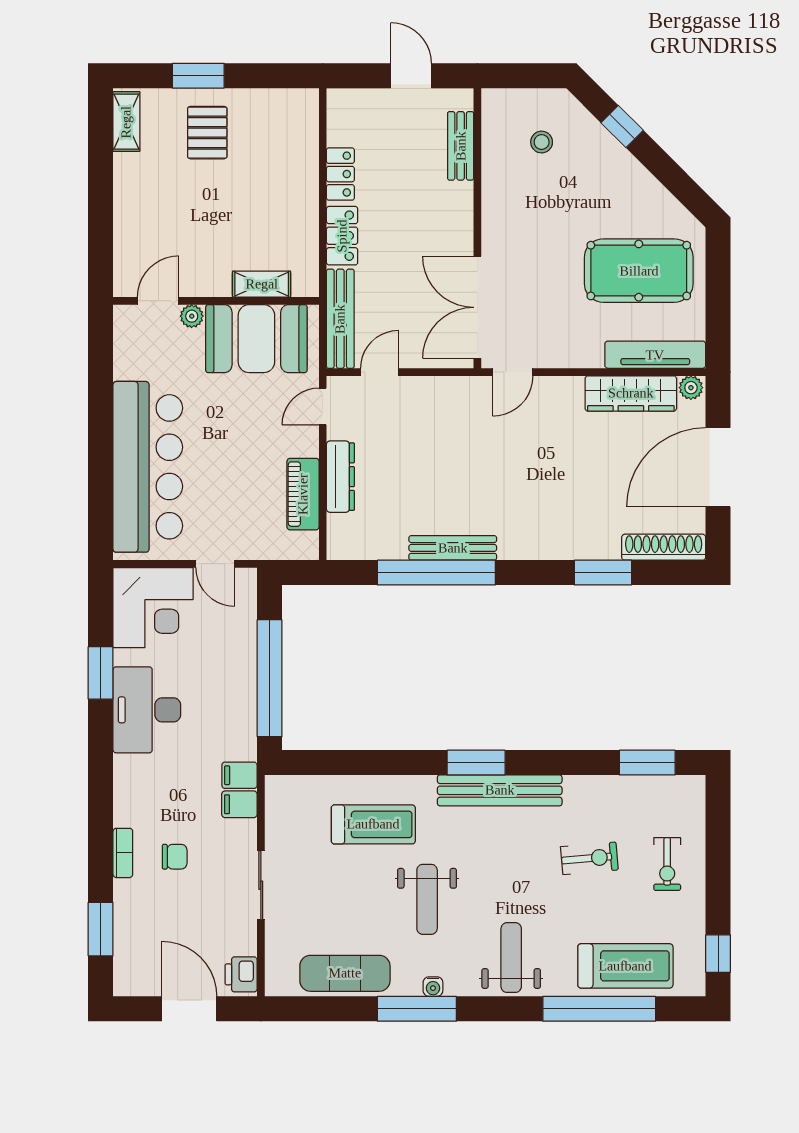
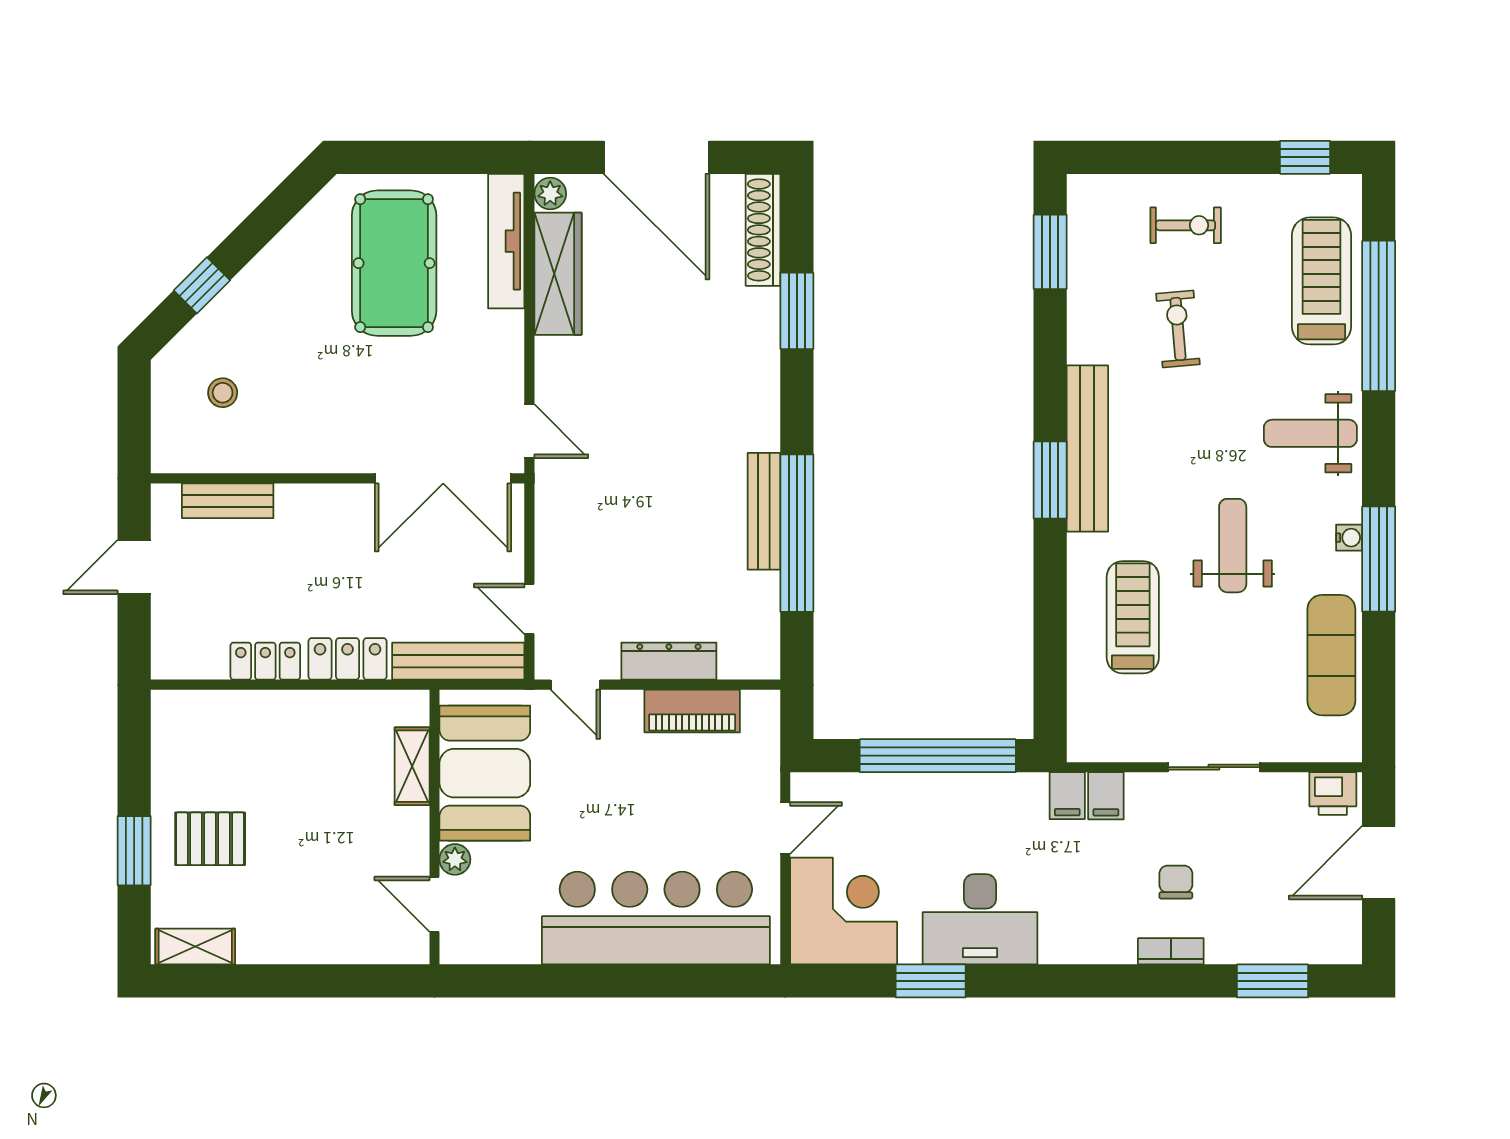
weight bench: (427, 899) -> (1233, 546), turned -90

